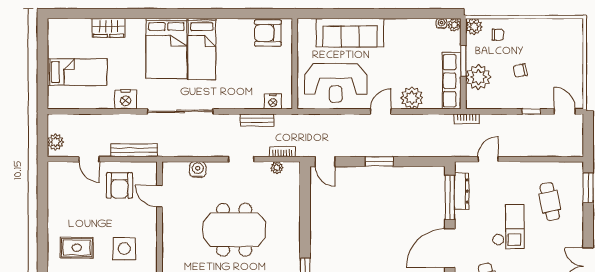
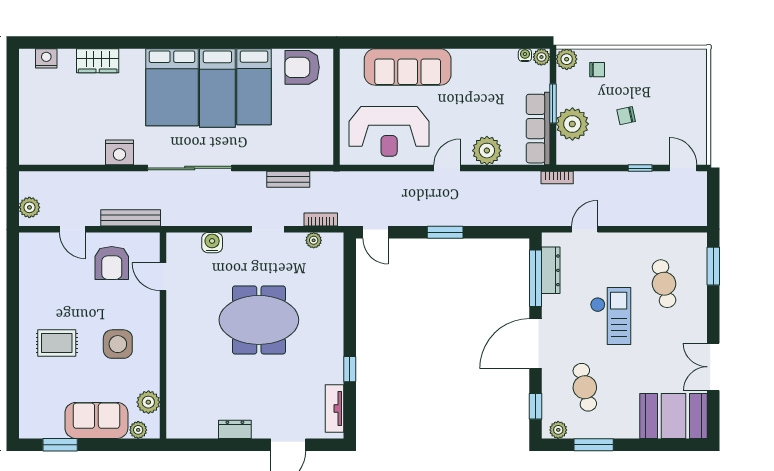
bed: (77, 72) -> (254, 87), moved, turned 90
nightstand: (273, 101) -> (46, 58), moved, turned 180

